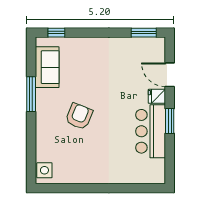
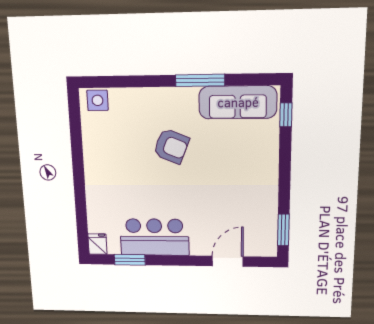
sofa: (47, 67) -> (238, 102), width x1.36
fridge: (157, 96) -> (97, 244), moved
window: (170, 121) -> (130, 260), moved

